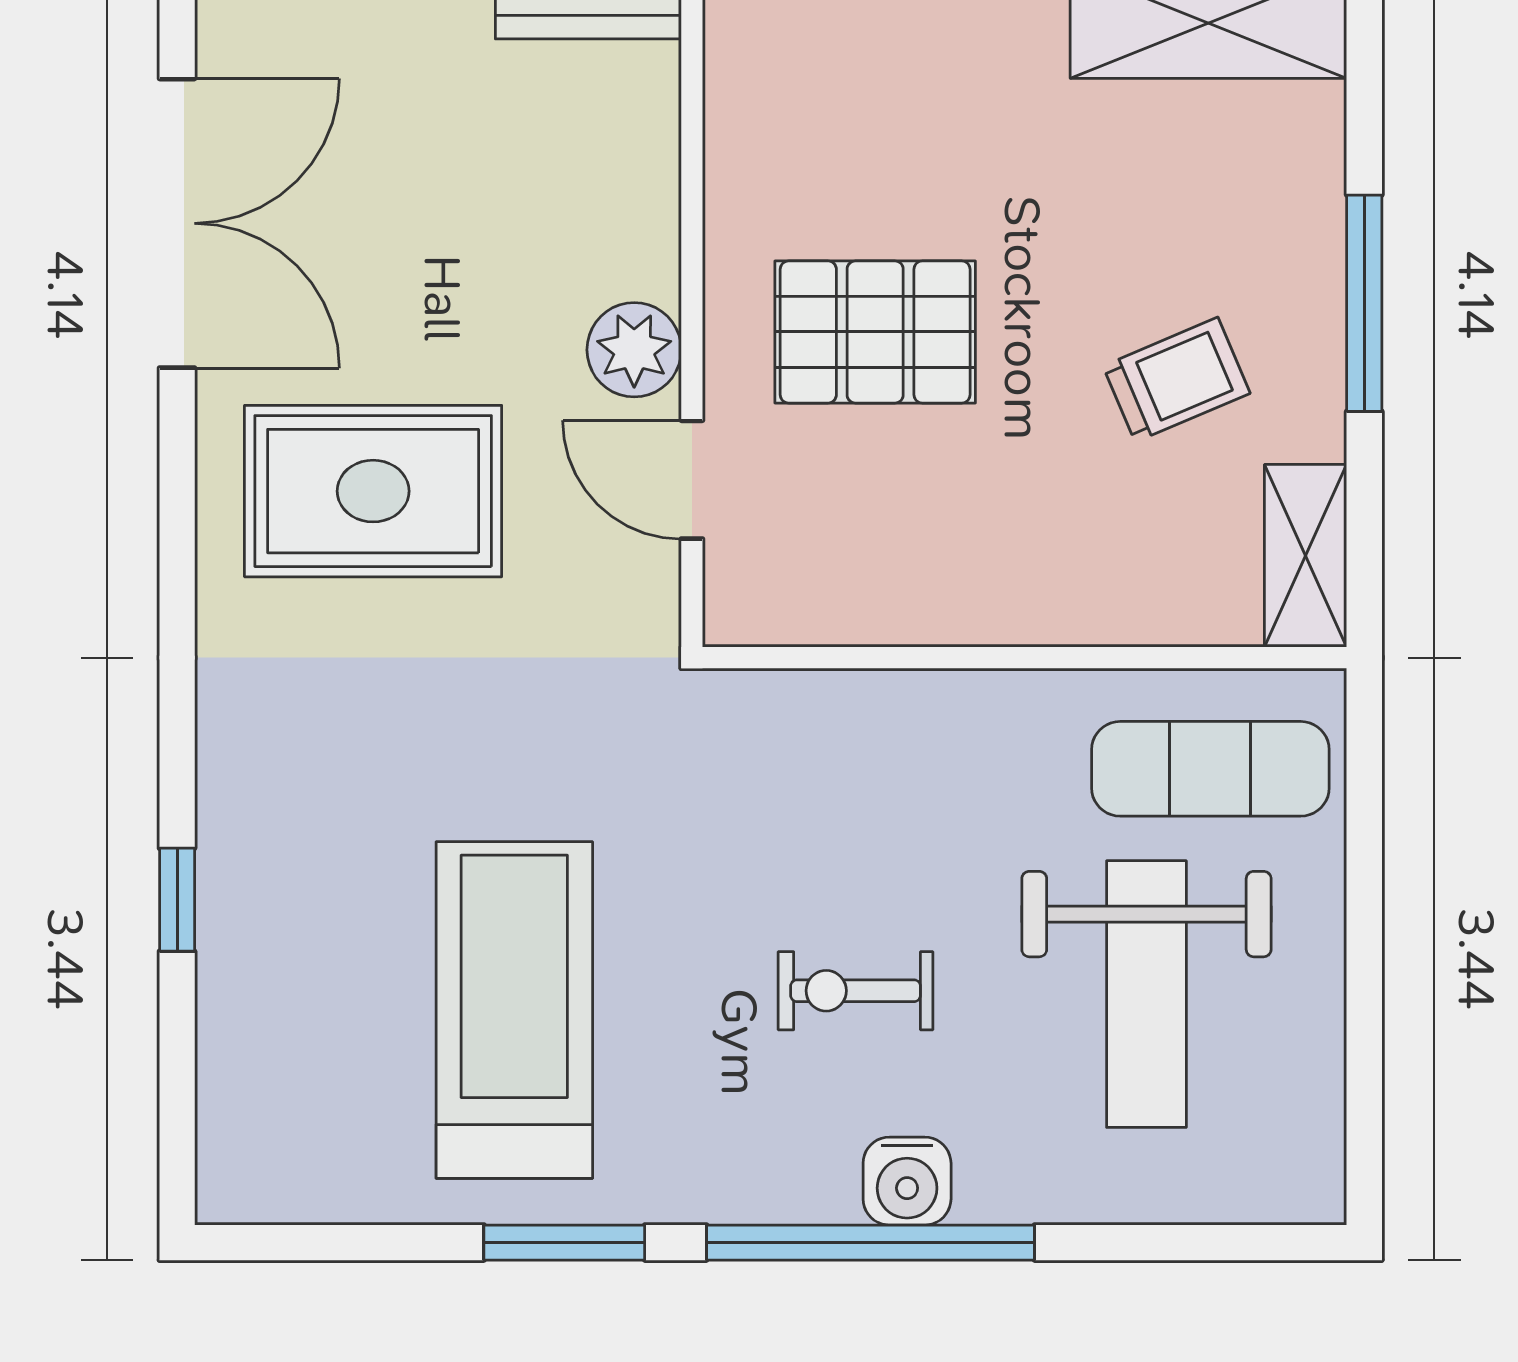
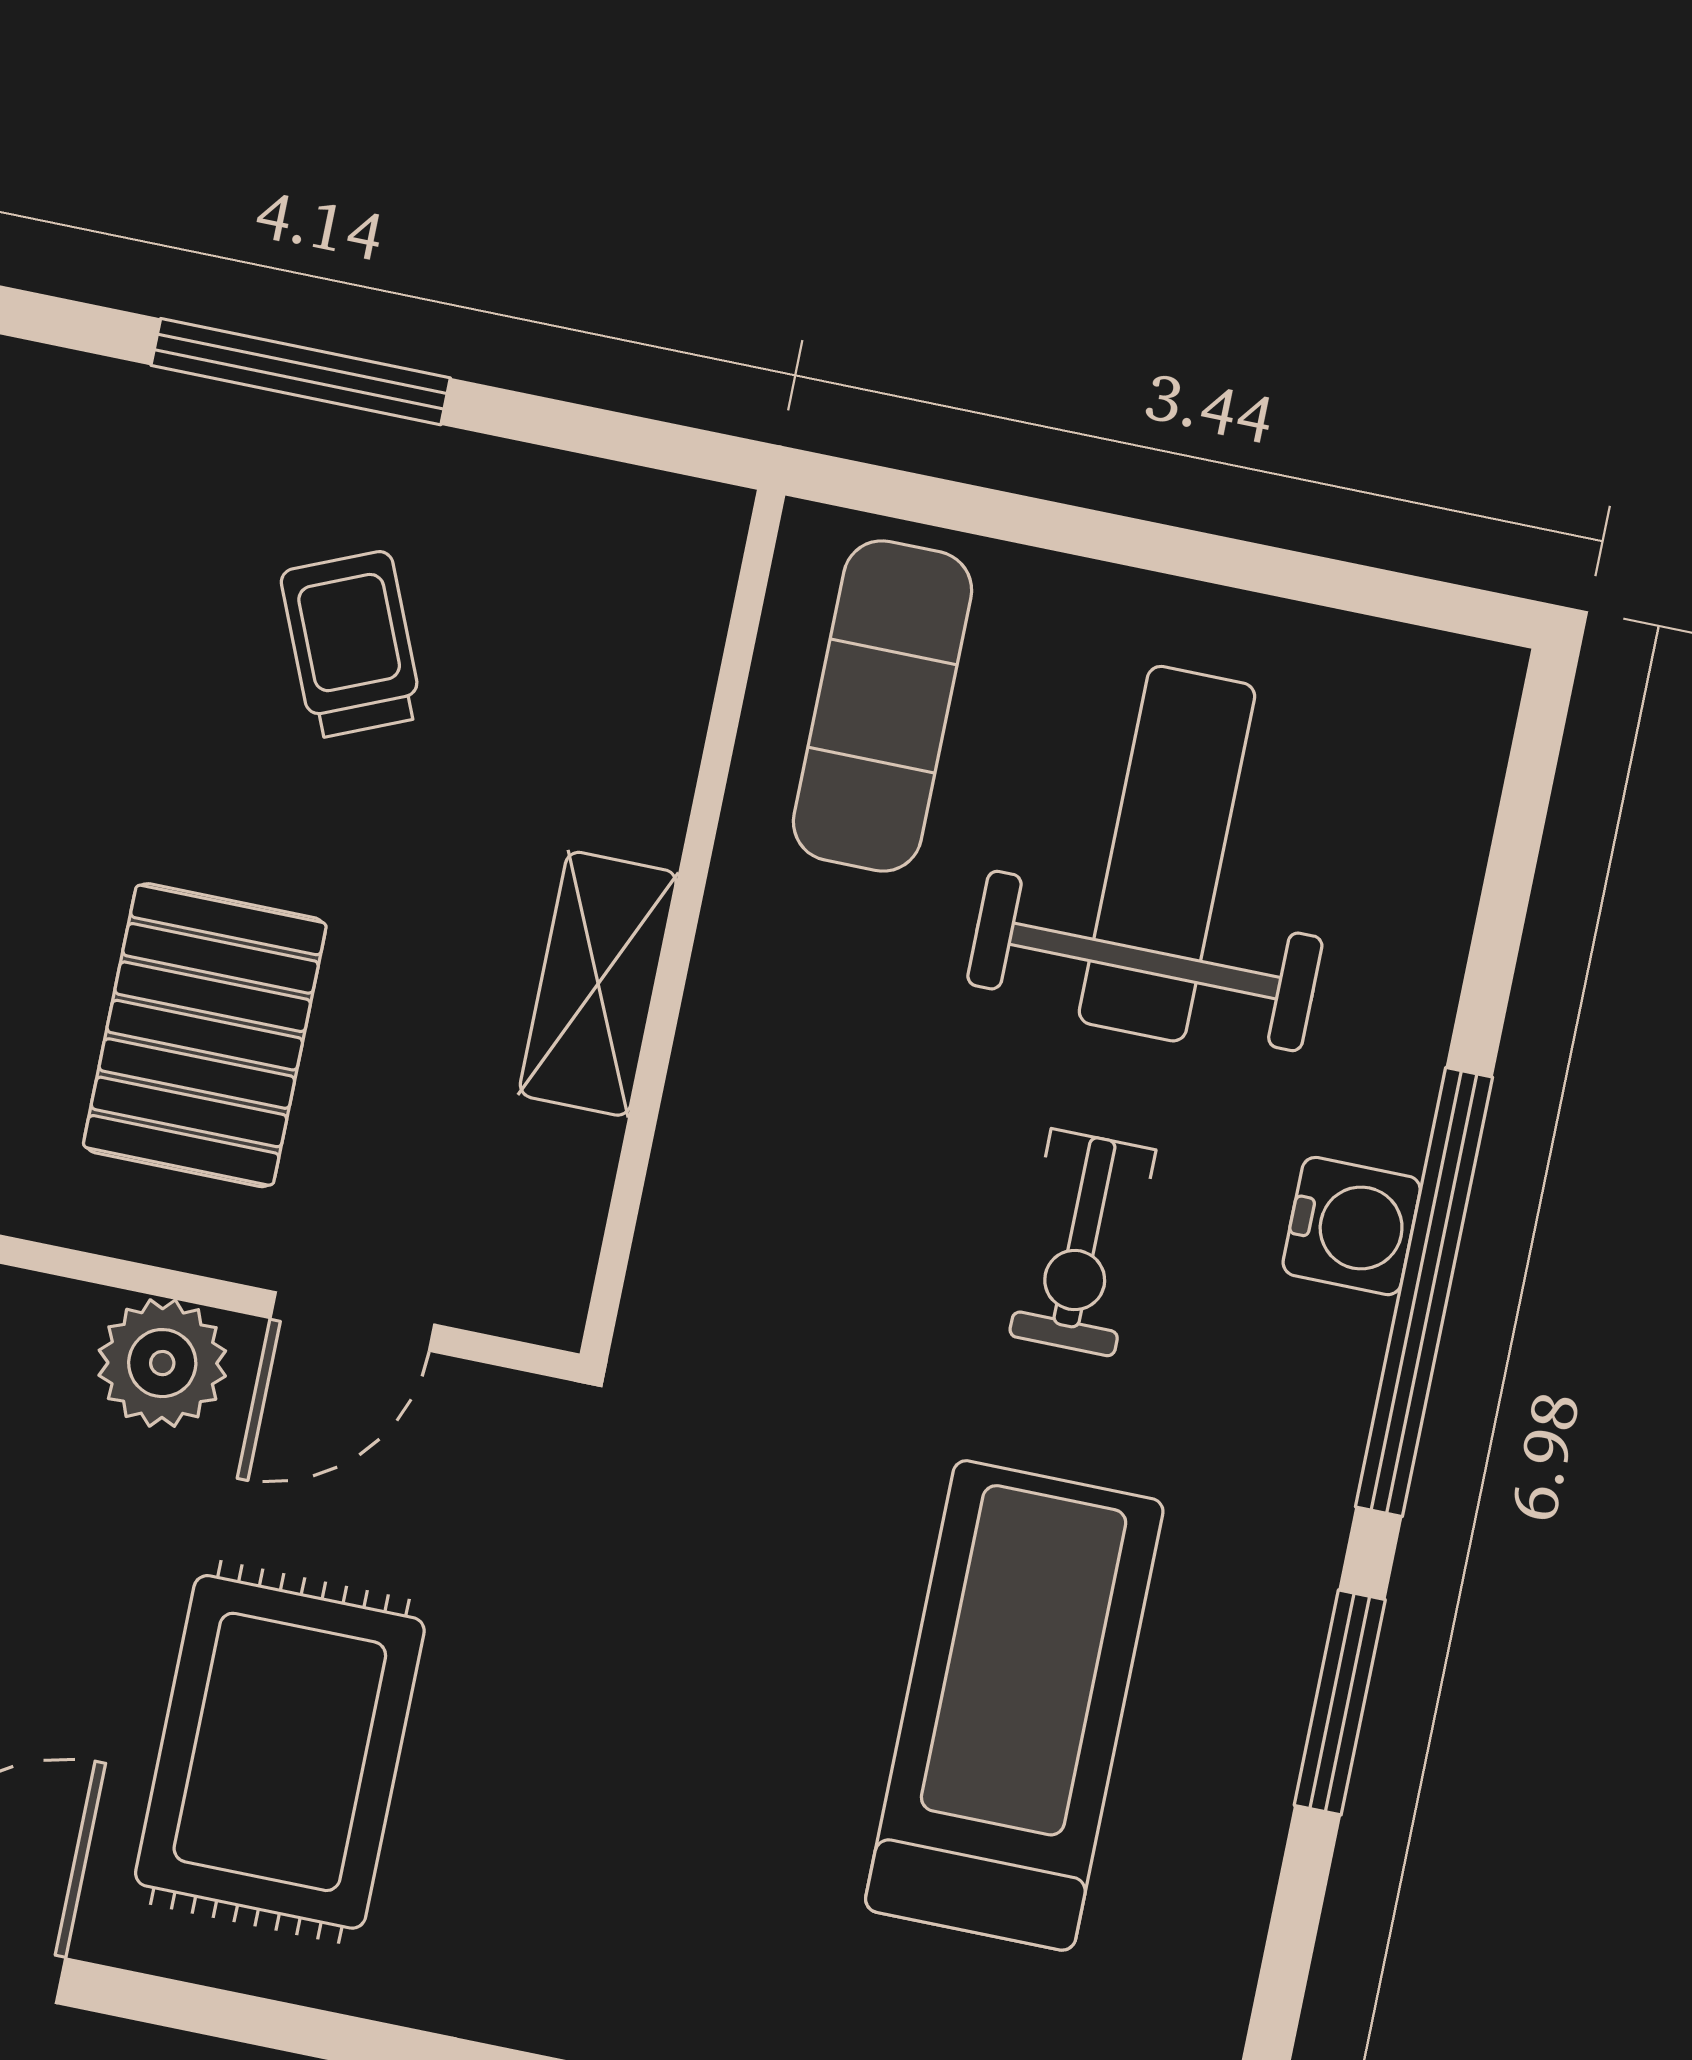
shelving: (1306, 556) -> (598, 984), moved, turned 90
weight bench: (1146, 994) -> (1167, 854), turned -90
treadmill: (514, 1010) -> (1014, 1705), turned 90

